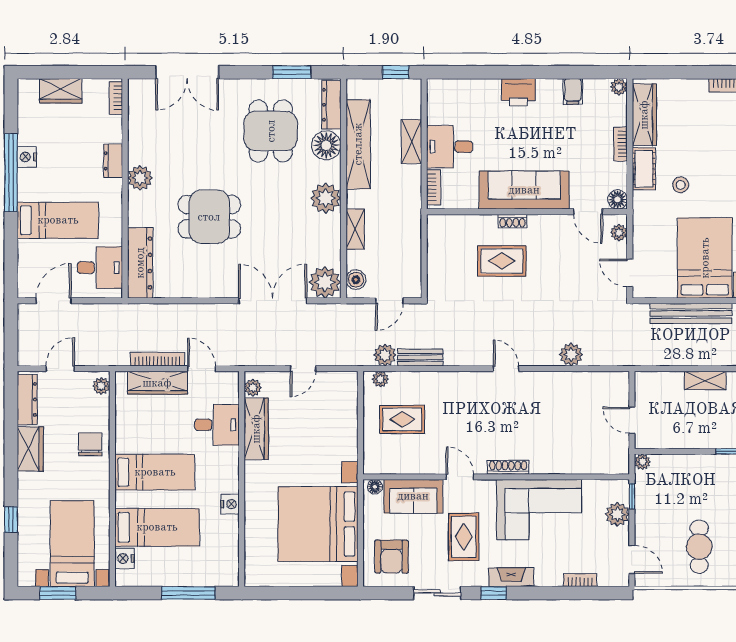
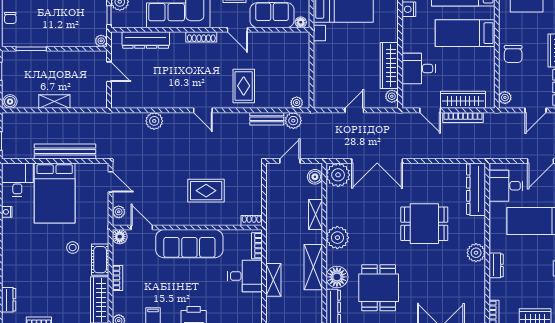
shelving: (358, 144) -> (313, 267), width x0.68
shoe rack: (513, 221) -> (252, 220), moved
rug: (402, 419) -> (244, 86), moved, turned 90
dresser: (583, 463) -> (146, 40), added

